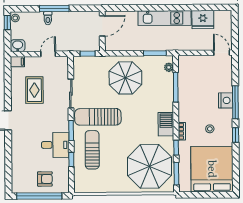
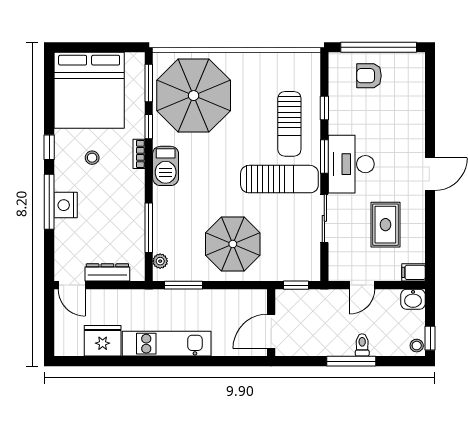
dresser: (200, 60) -> (107, 272), added
desk: (55, 145) -> (351, 164), moved, width x1.37

